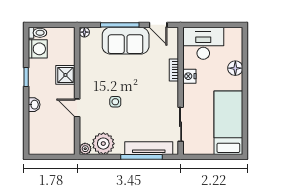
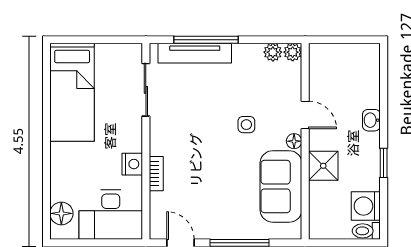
floor lamp: (84, 32) -> (294, 141), moved
sofa: (126, 41) -> (281, 186), moved, turned -90
floor lamp: (235, 68) -> (61, 213), moved
plant: (103, 144) -> (273, 52), width x0.53, depth x0.53

